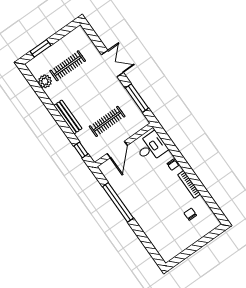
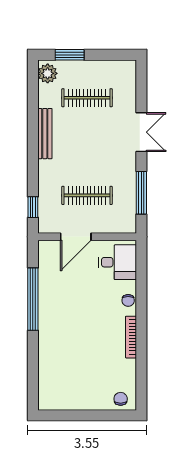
plant: (45, 81) -> (48, 73), moved
bench: (68, 117) -> (45, 134), moved
chair: (190, 214) -> (121, 399), moved

